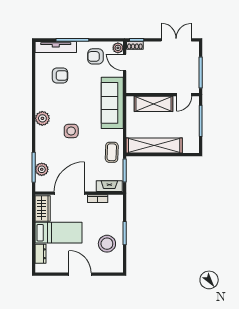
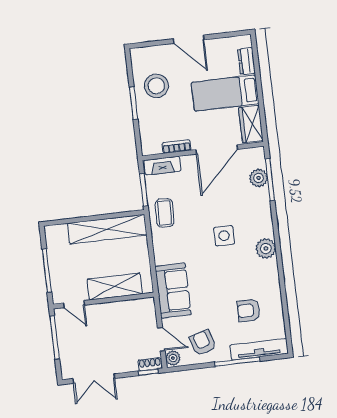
armchair: (95, 56) -> (203, 343), turned -107
door: (184, 95) -> (74, 304), swing flipped
sofa: (112, 103) -> (173, 291), width x0.73

